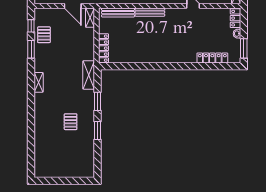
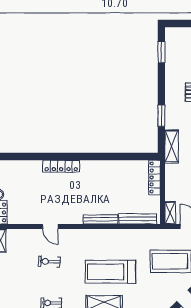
locker: (212, 58) -> (61, 166), moved
window: (97, 130) -> (161, 52), moved

